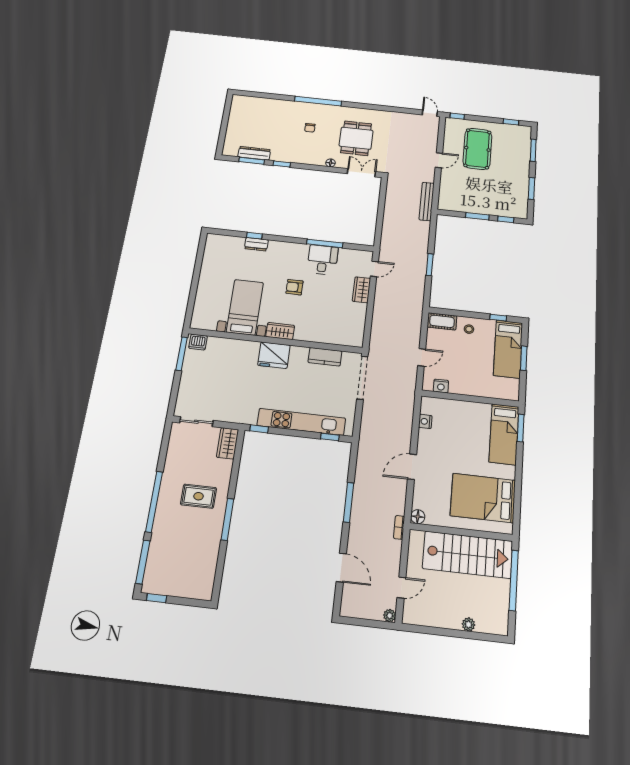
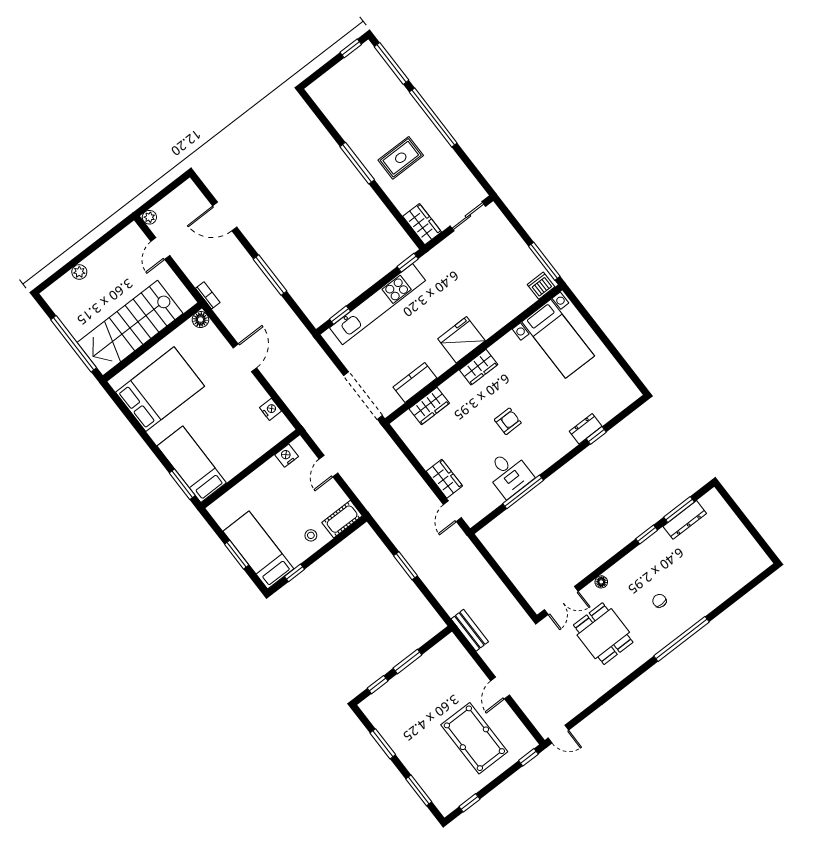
bench: (427, 201) -> (470, 630), width x0.73
bed with nightstands: (245, 307) -> (558, 339), moved
wardrobe: (330, 336) -> (429, 406), added

